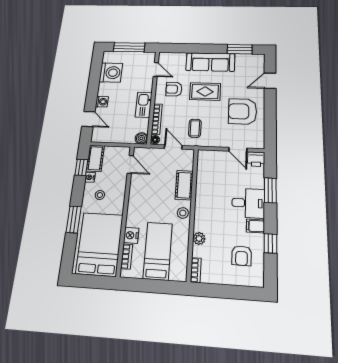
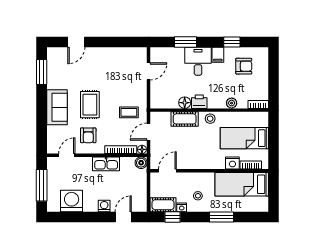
sofa: (210, 62) -> (57, 107), width x0.73
door: (270, 81) -> (76, 42), hinge flipped
armchair: (243, 111) -> (110, 68), removed
printer: (256, 159) -> (199, 102), moved, turned -90
floor lamp: (202, 186) -> (185, 103), added
bed: (100, 244) -> (242, 184), width x0.67

